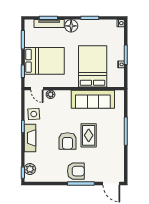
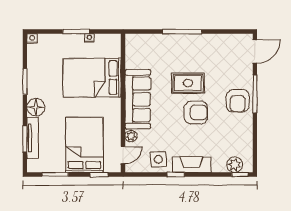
sofa: (93, 99) -> (138, 99), moved
armchair: (76, 171) -> (238, 101), turned 180

